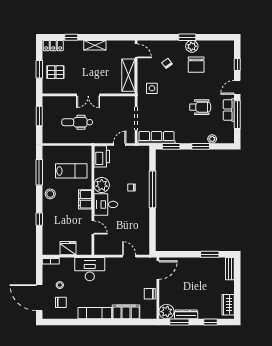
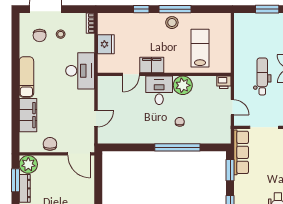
dental chair: (77, 122) -> (262, 76), moved
printer: (102, 156) -> (224, 82), width x0.53, depth x0.68
lab bench: (71, 171) -> (200, 48), turned 180
window: (39, 172) -> (175, 9), moved
filing cabinet: (85, 199) -> (152, 65), moved

